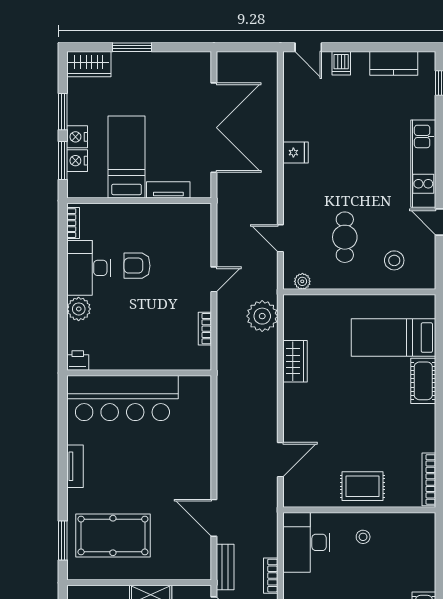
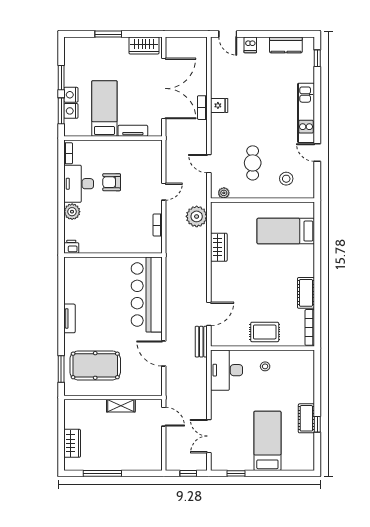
wardrobe: (89, 64) -> (144, 45), moved
cot: (423, 381) -> (306, 293), moved
bar counter: (122, 398) -> (147, 295), moved, turned 90
bench: (225, 567) -> (201, 342), moved
bookcase: (271, 576) -> (202, 108), moved

